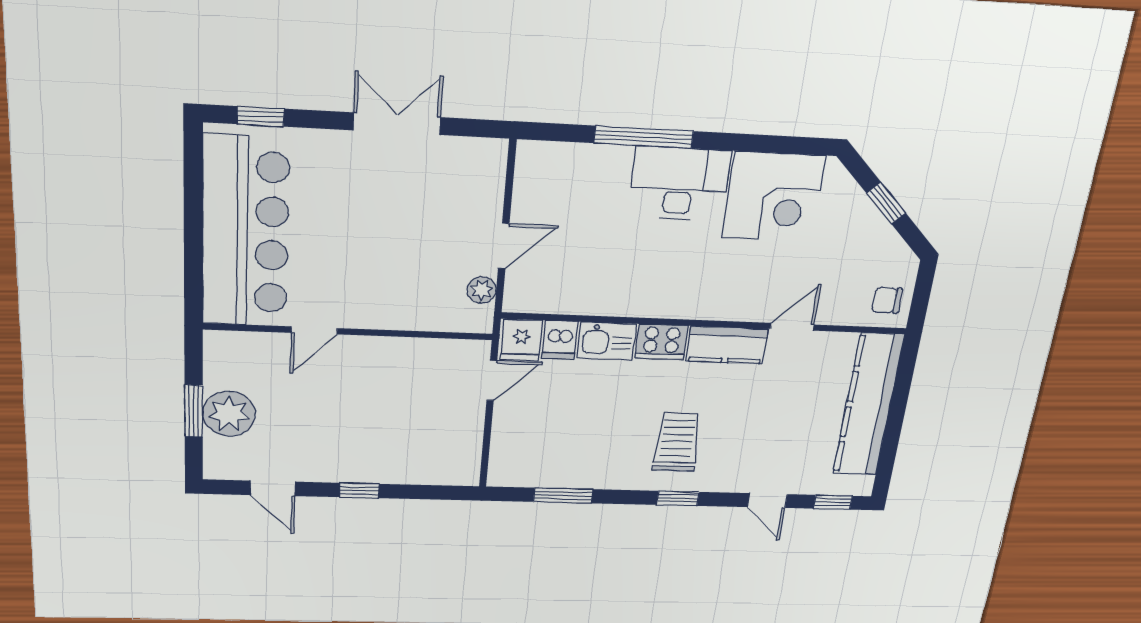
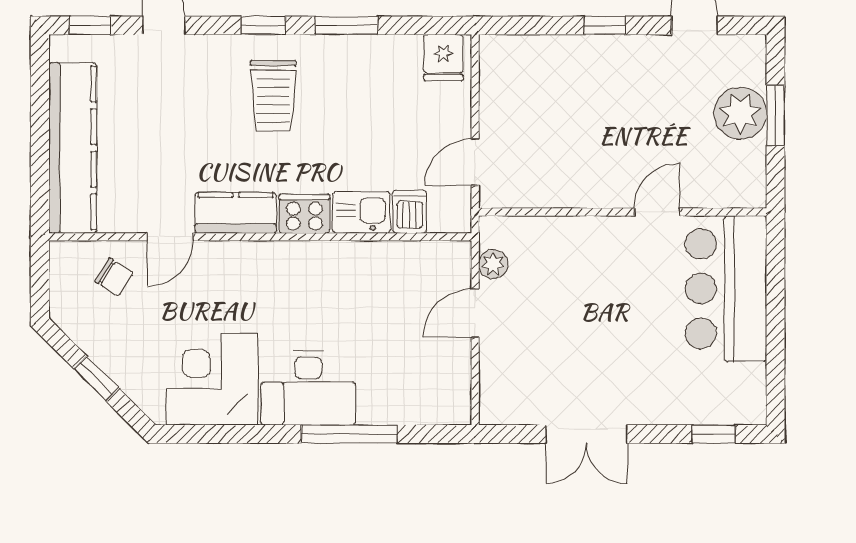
bar counter: (246, 233) -> (726, 289), width x0.73
chair: (887, 300) -> (114, 277), moved, turned 32
fridge: (521, 340) -> (443, 58), moved, turned 180
window: (563, 496) -> (347, 25), moved

